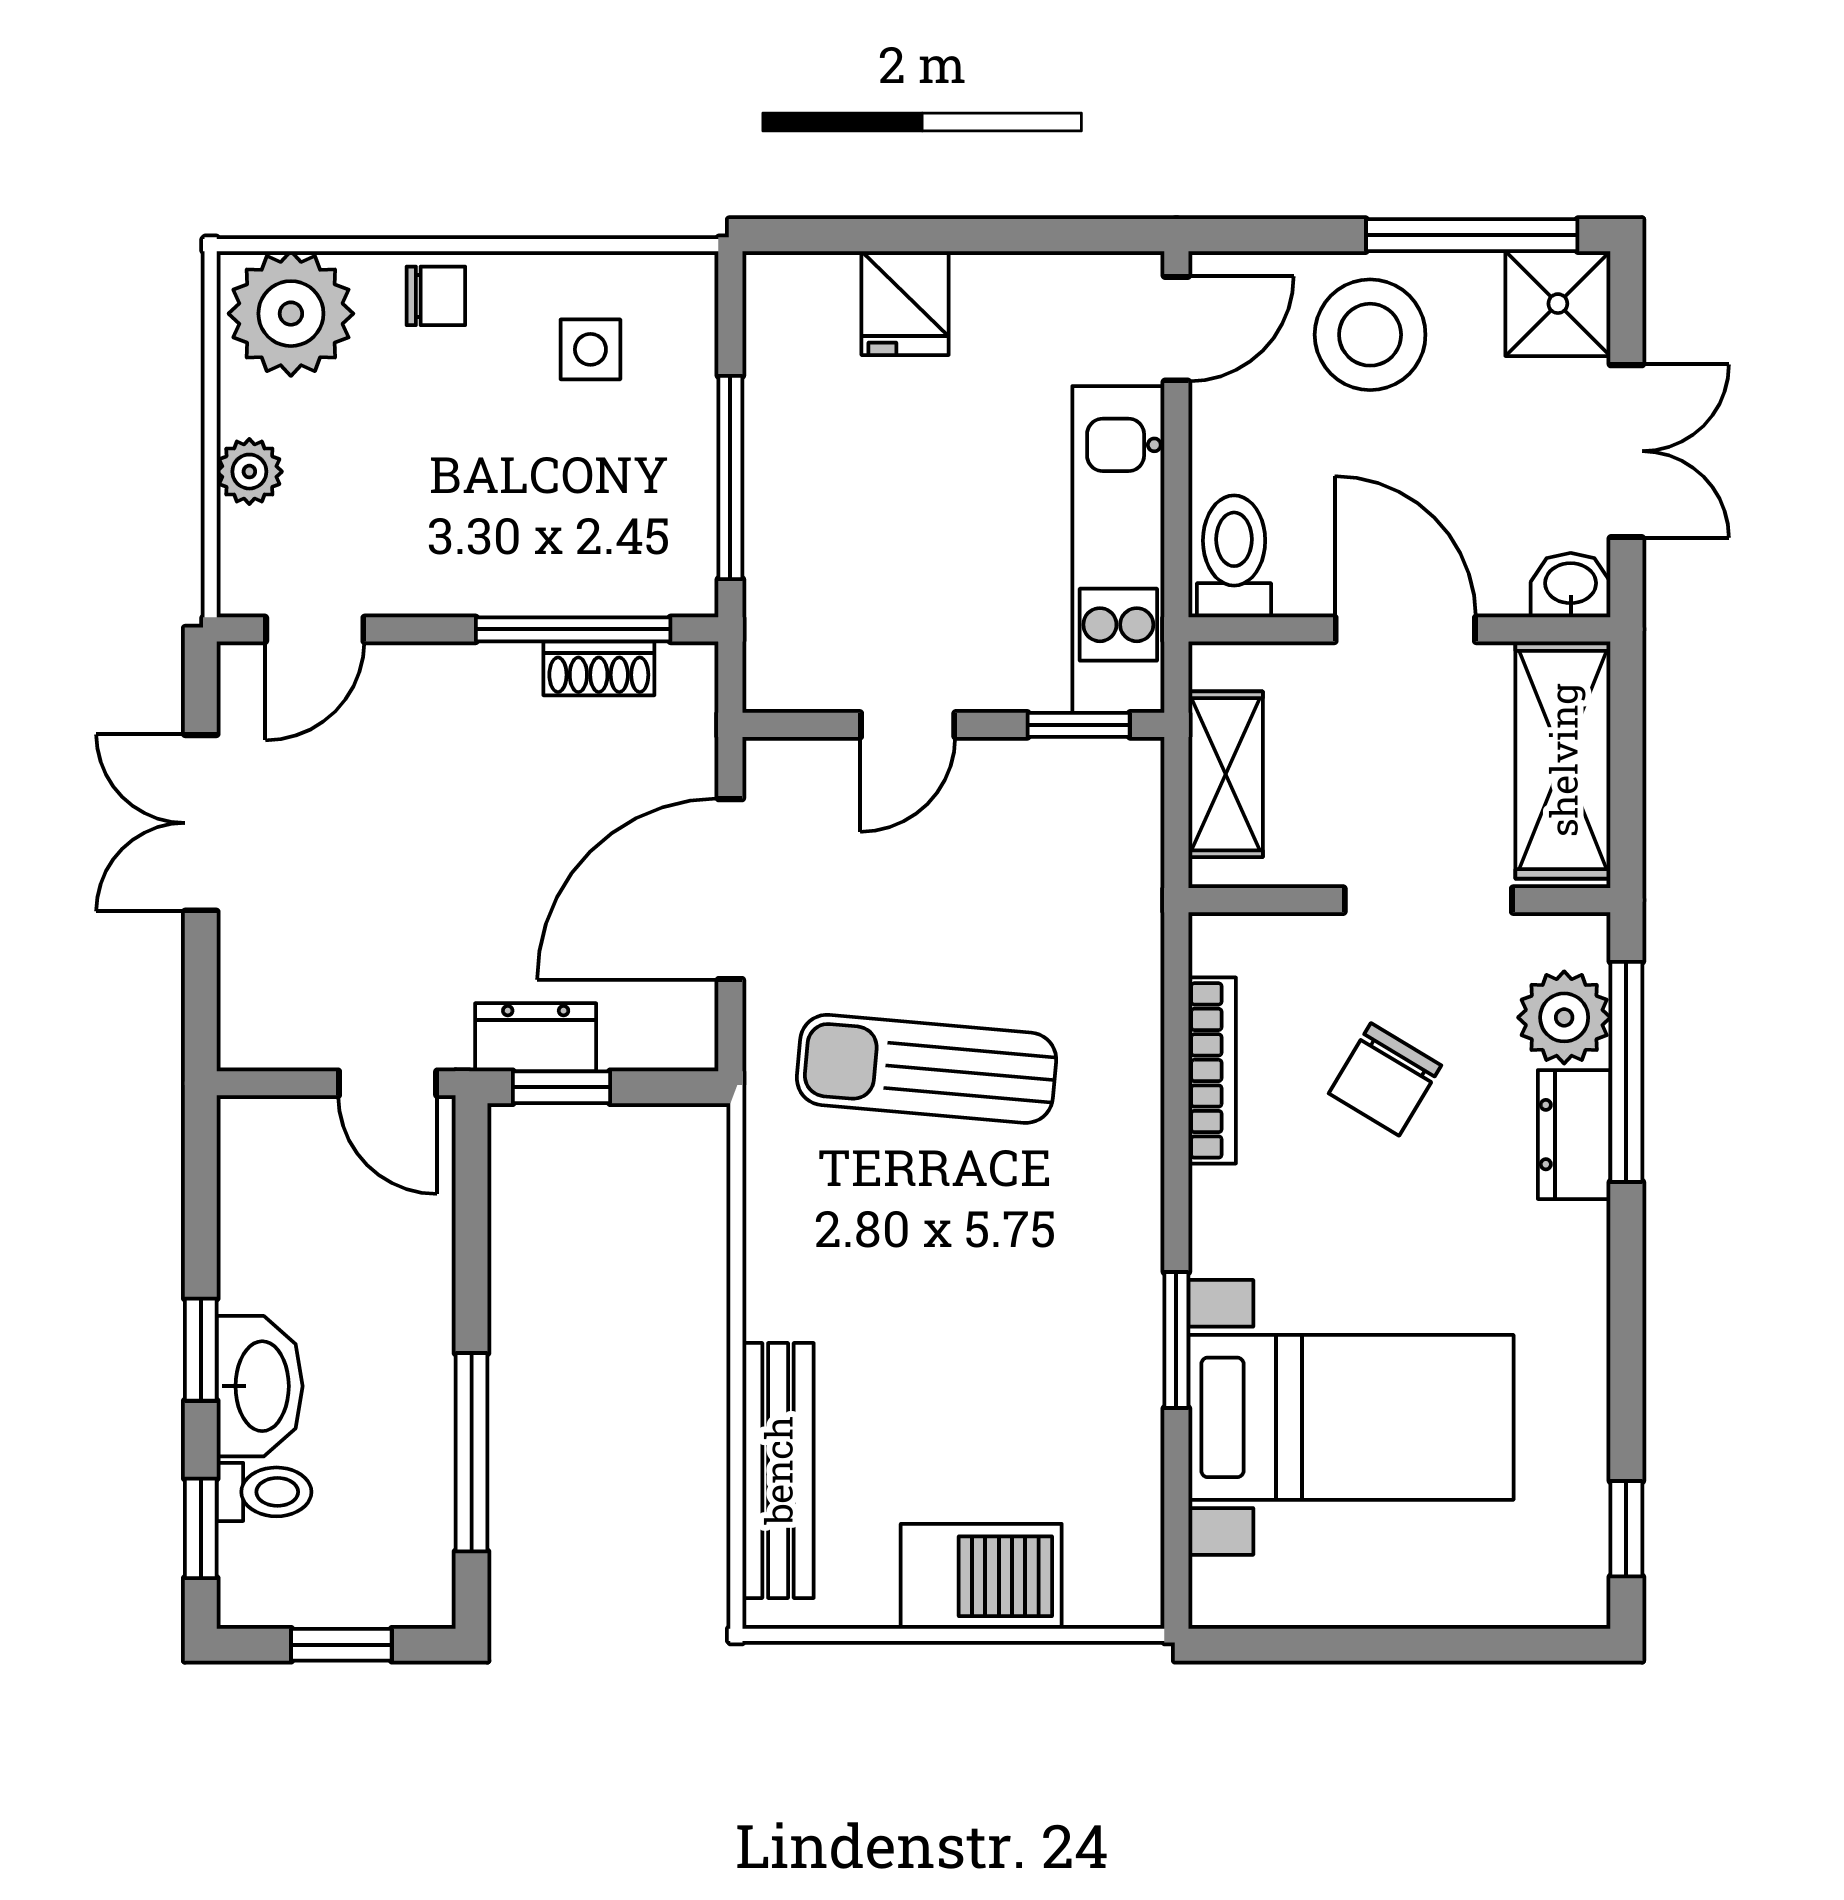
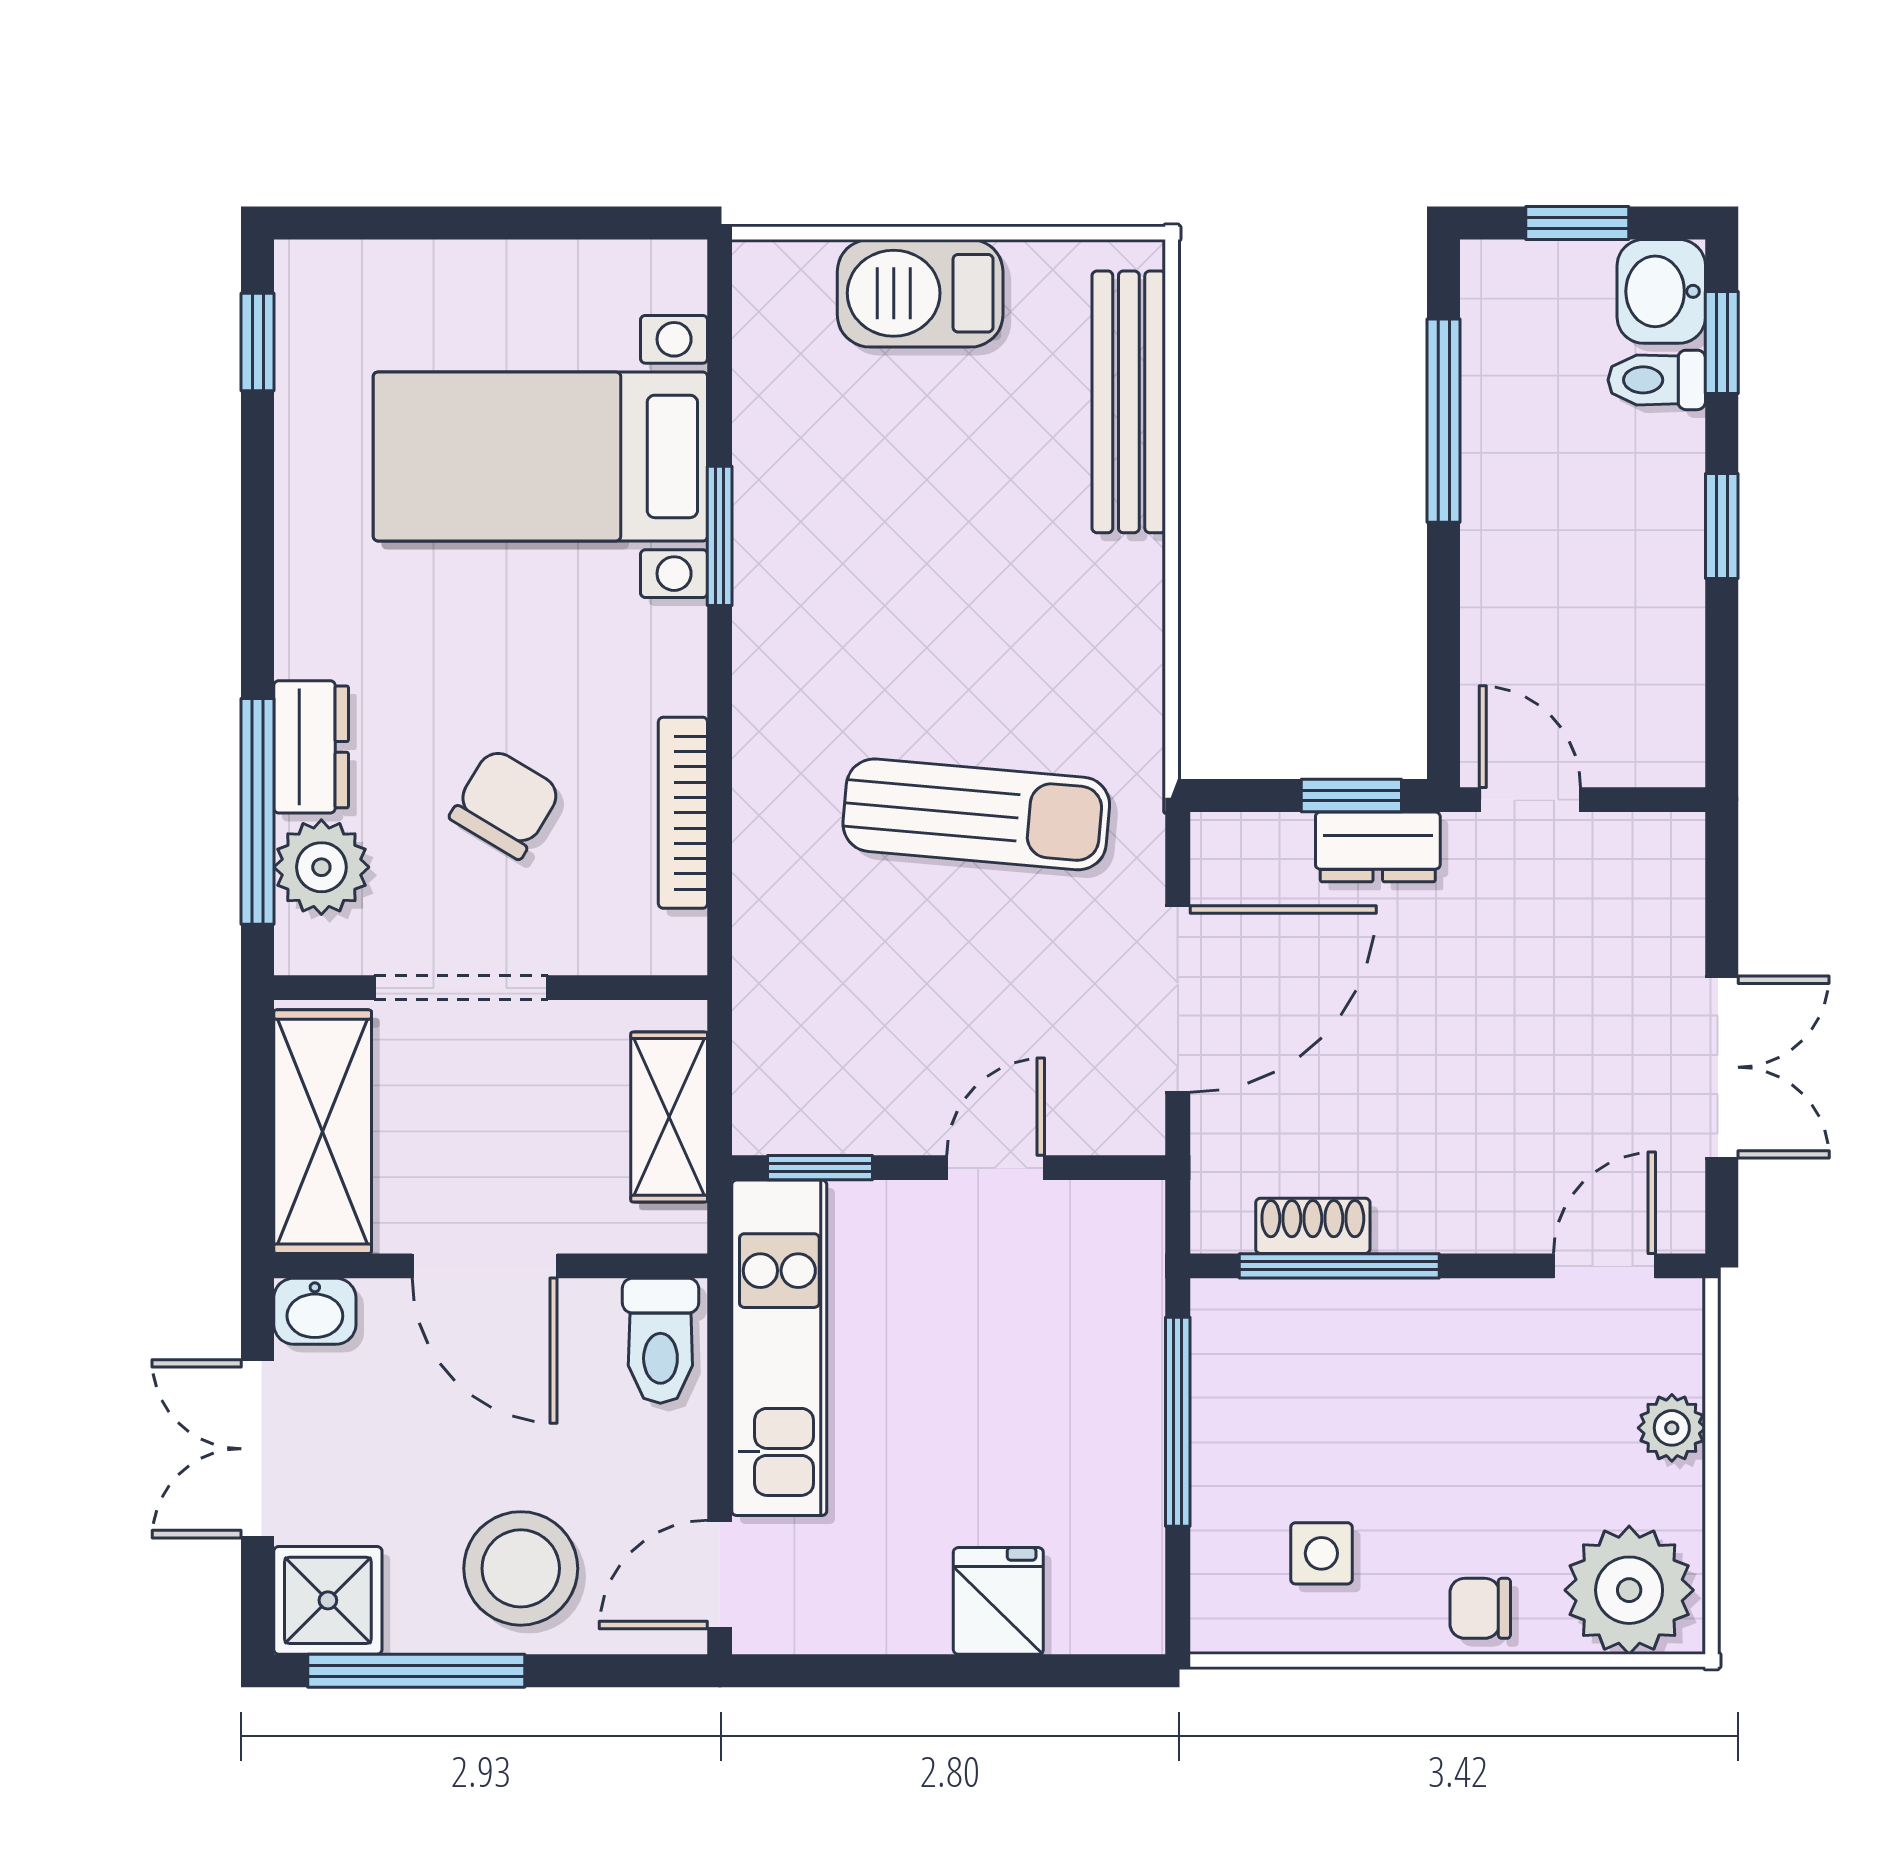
washbasin: (260, 1386) -> (1661, 291), moved, width x0.72

